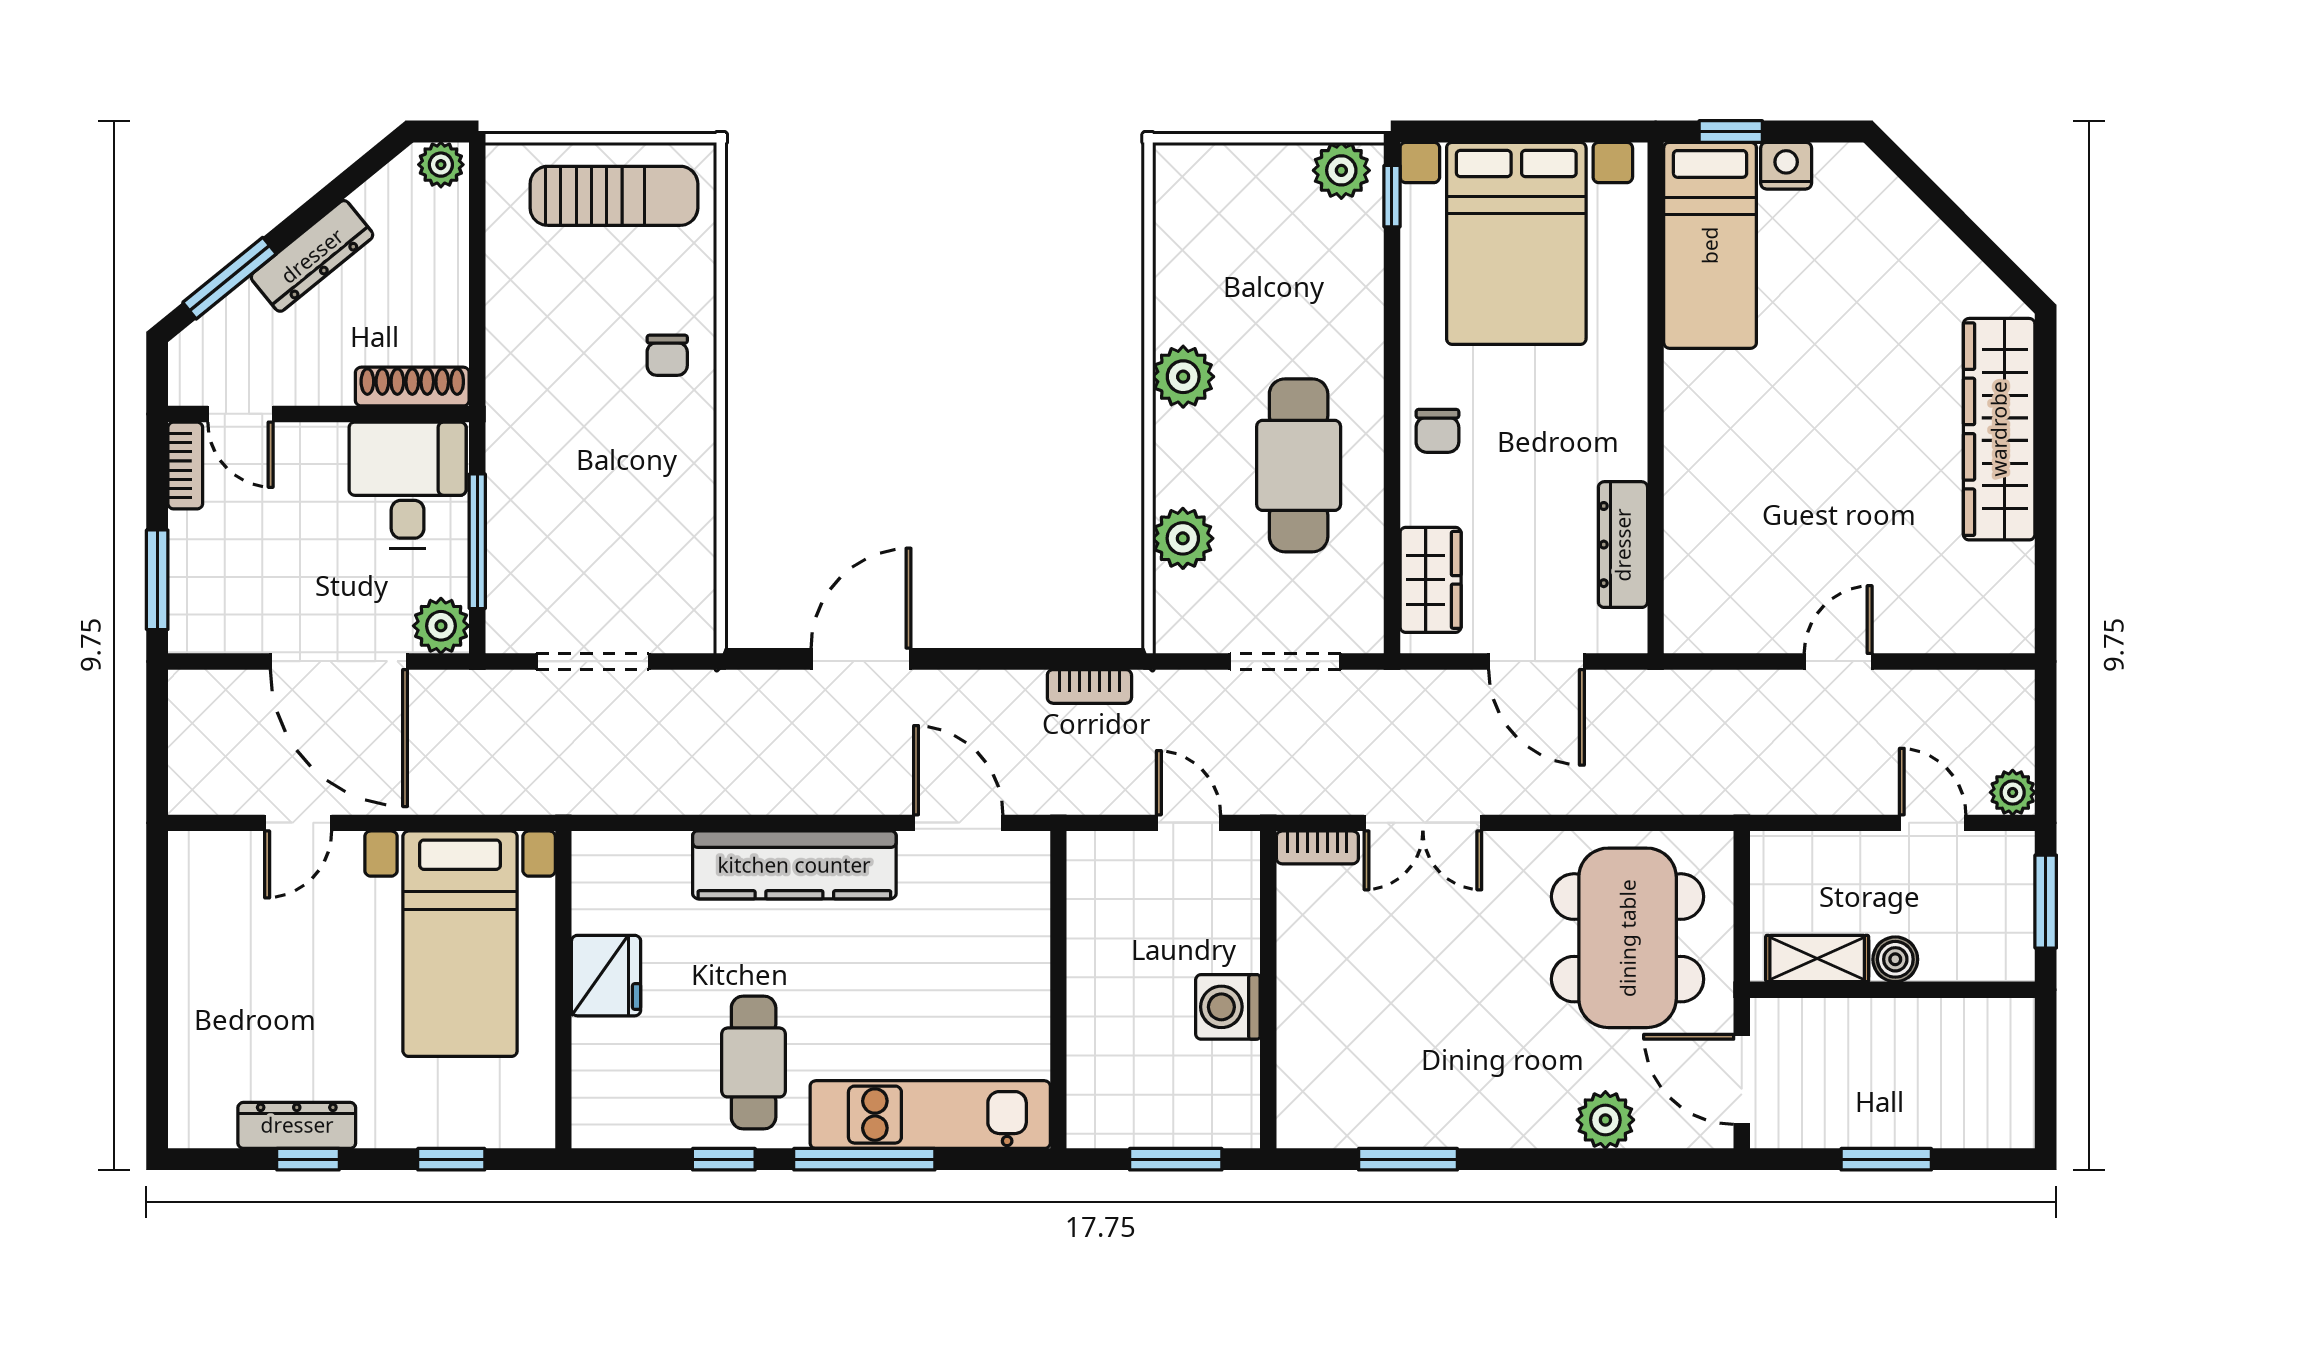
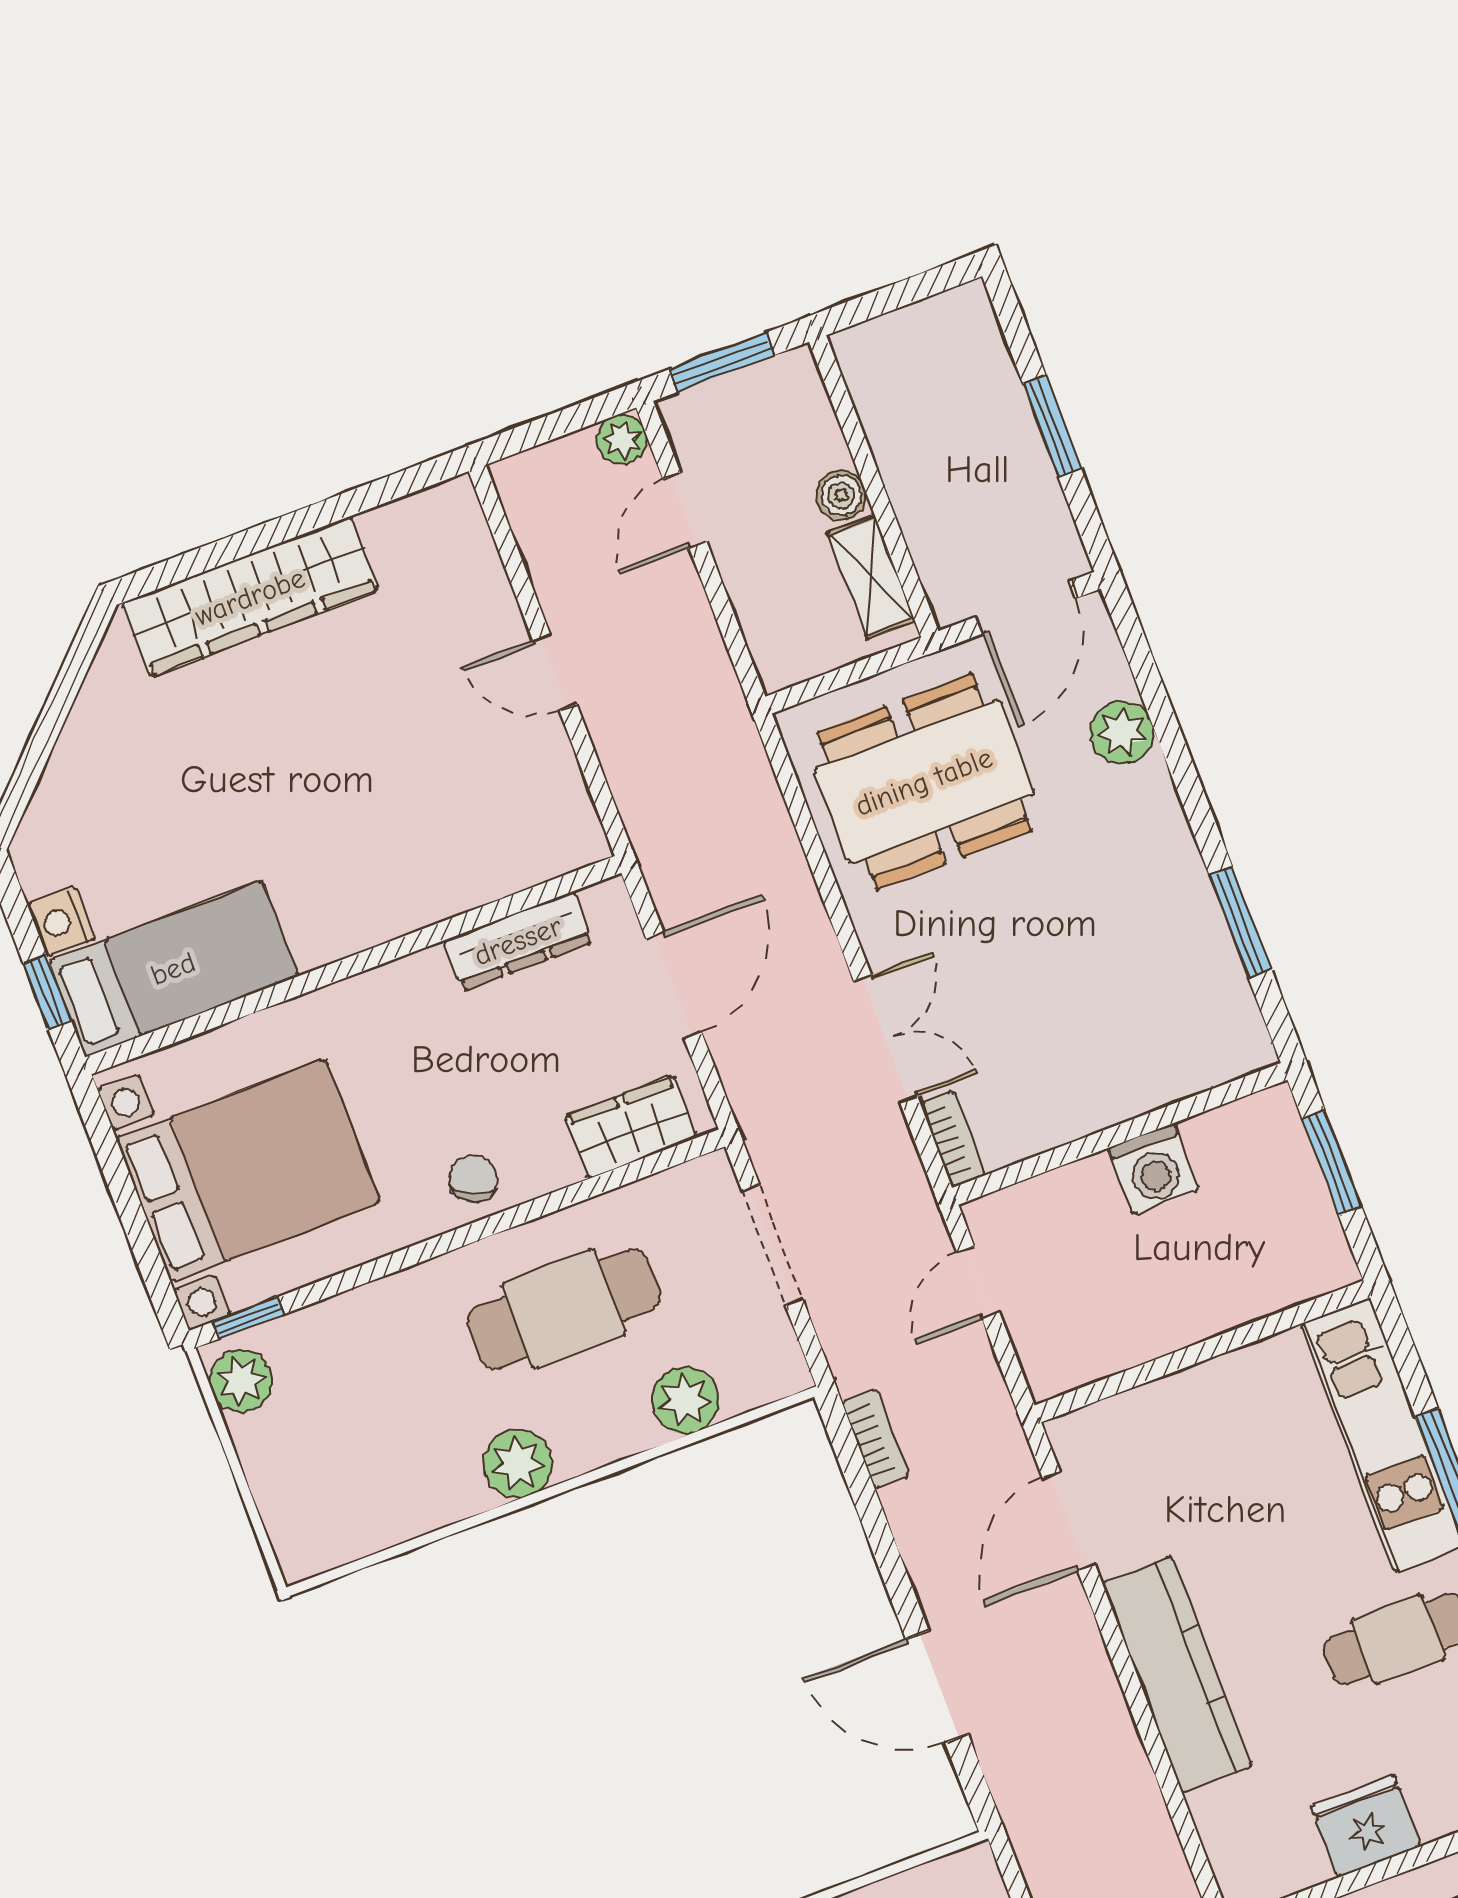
chair: (1437, 431) -> (473, 1178), turned -66

